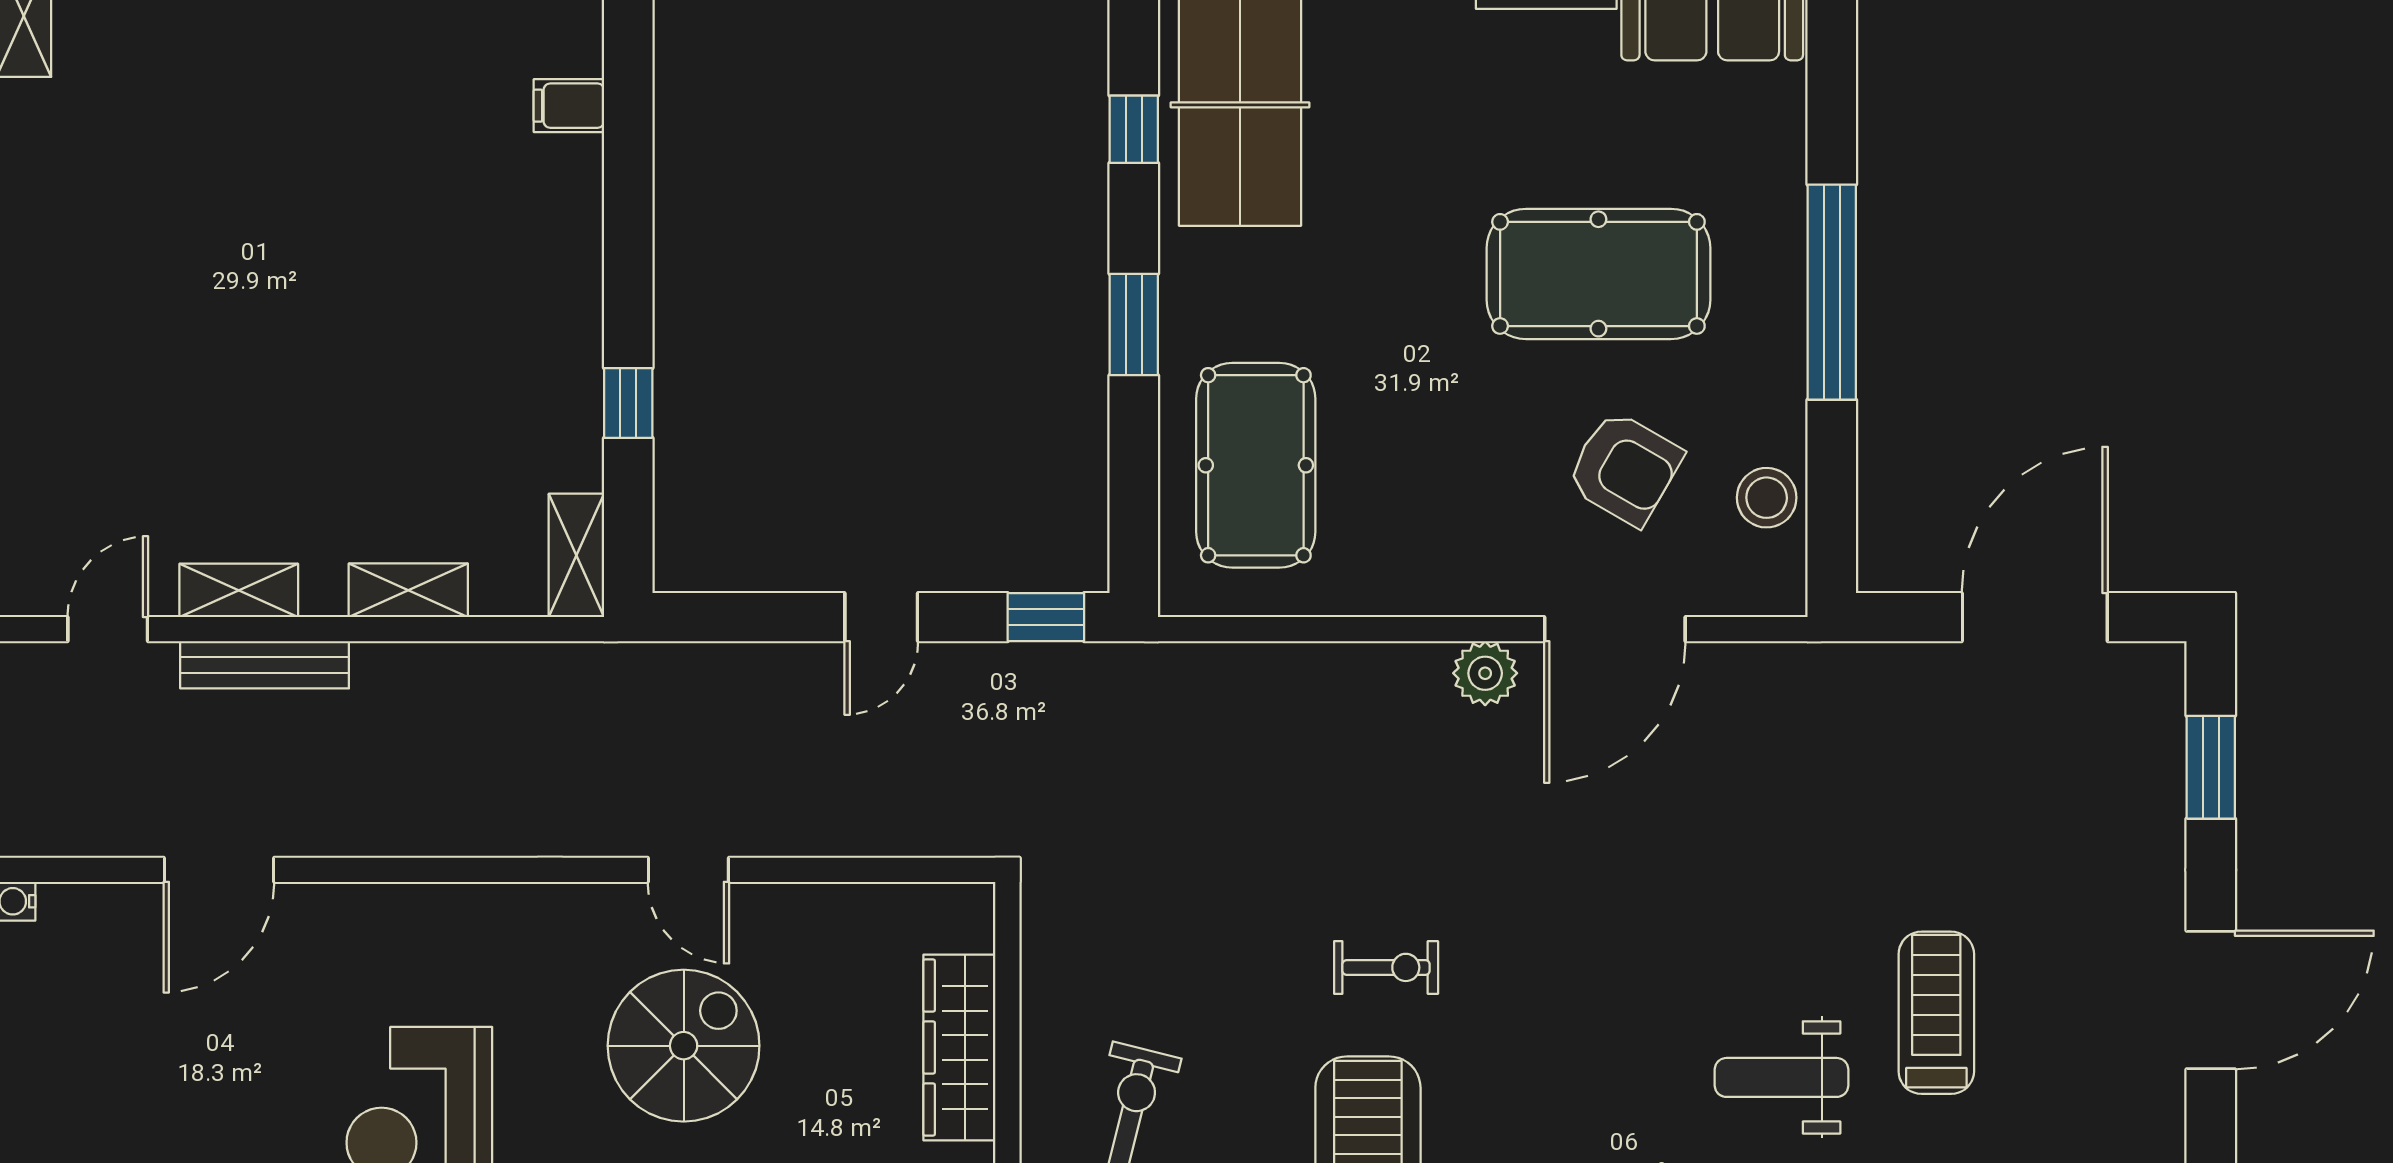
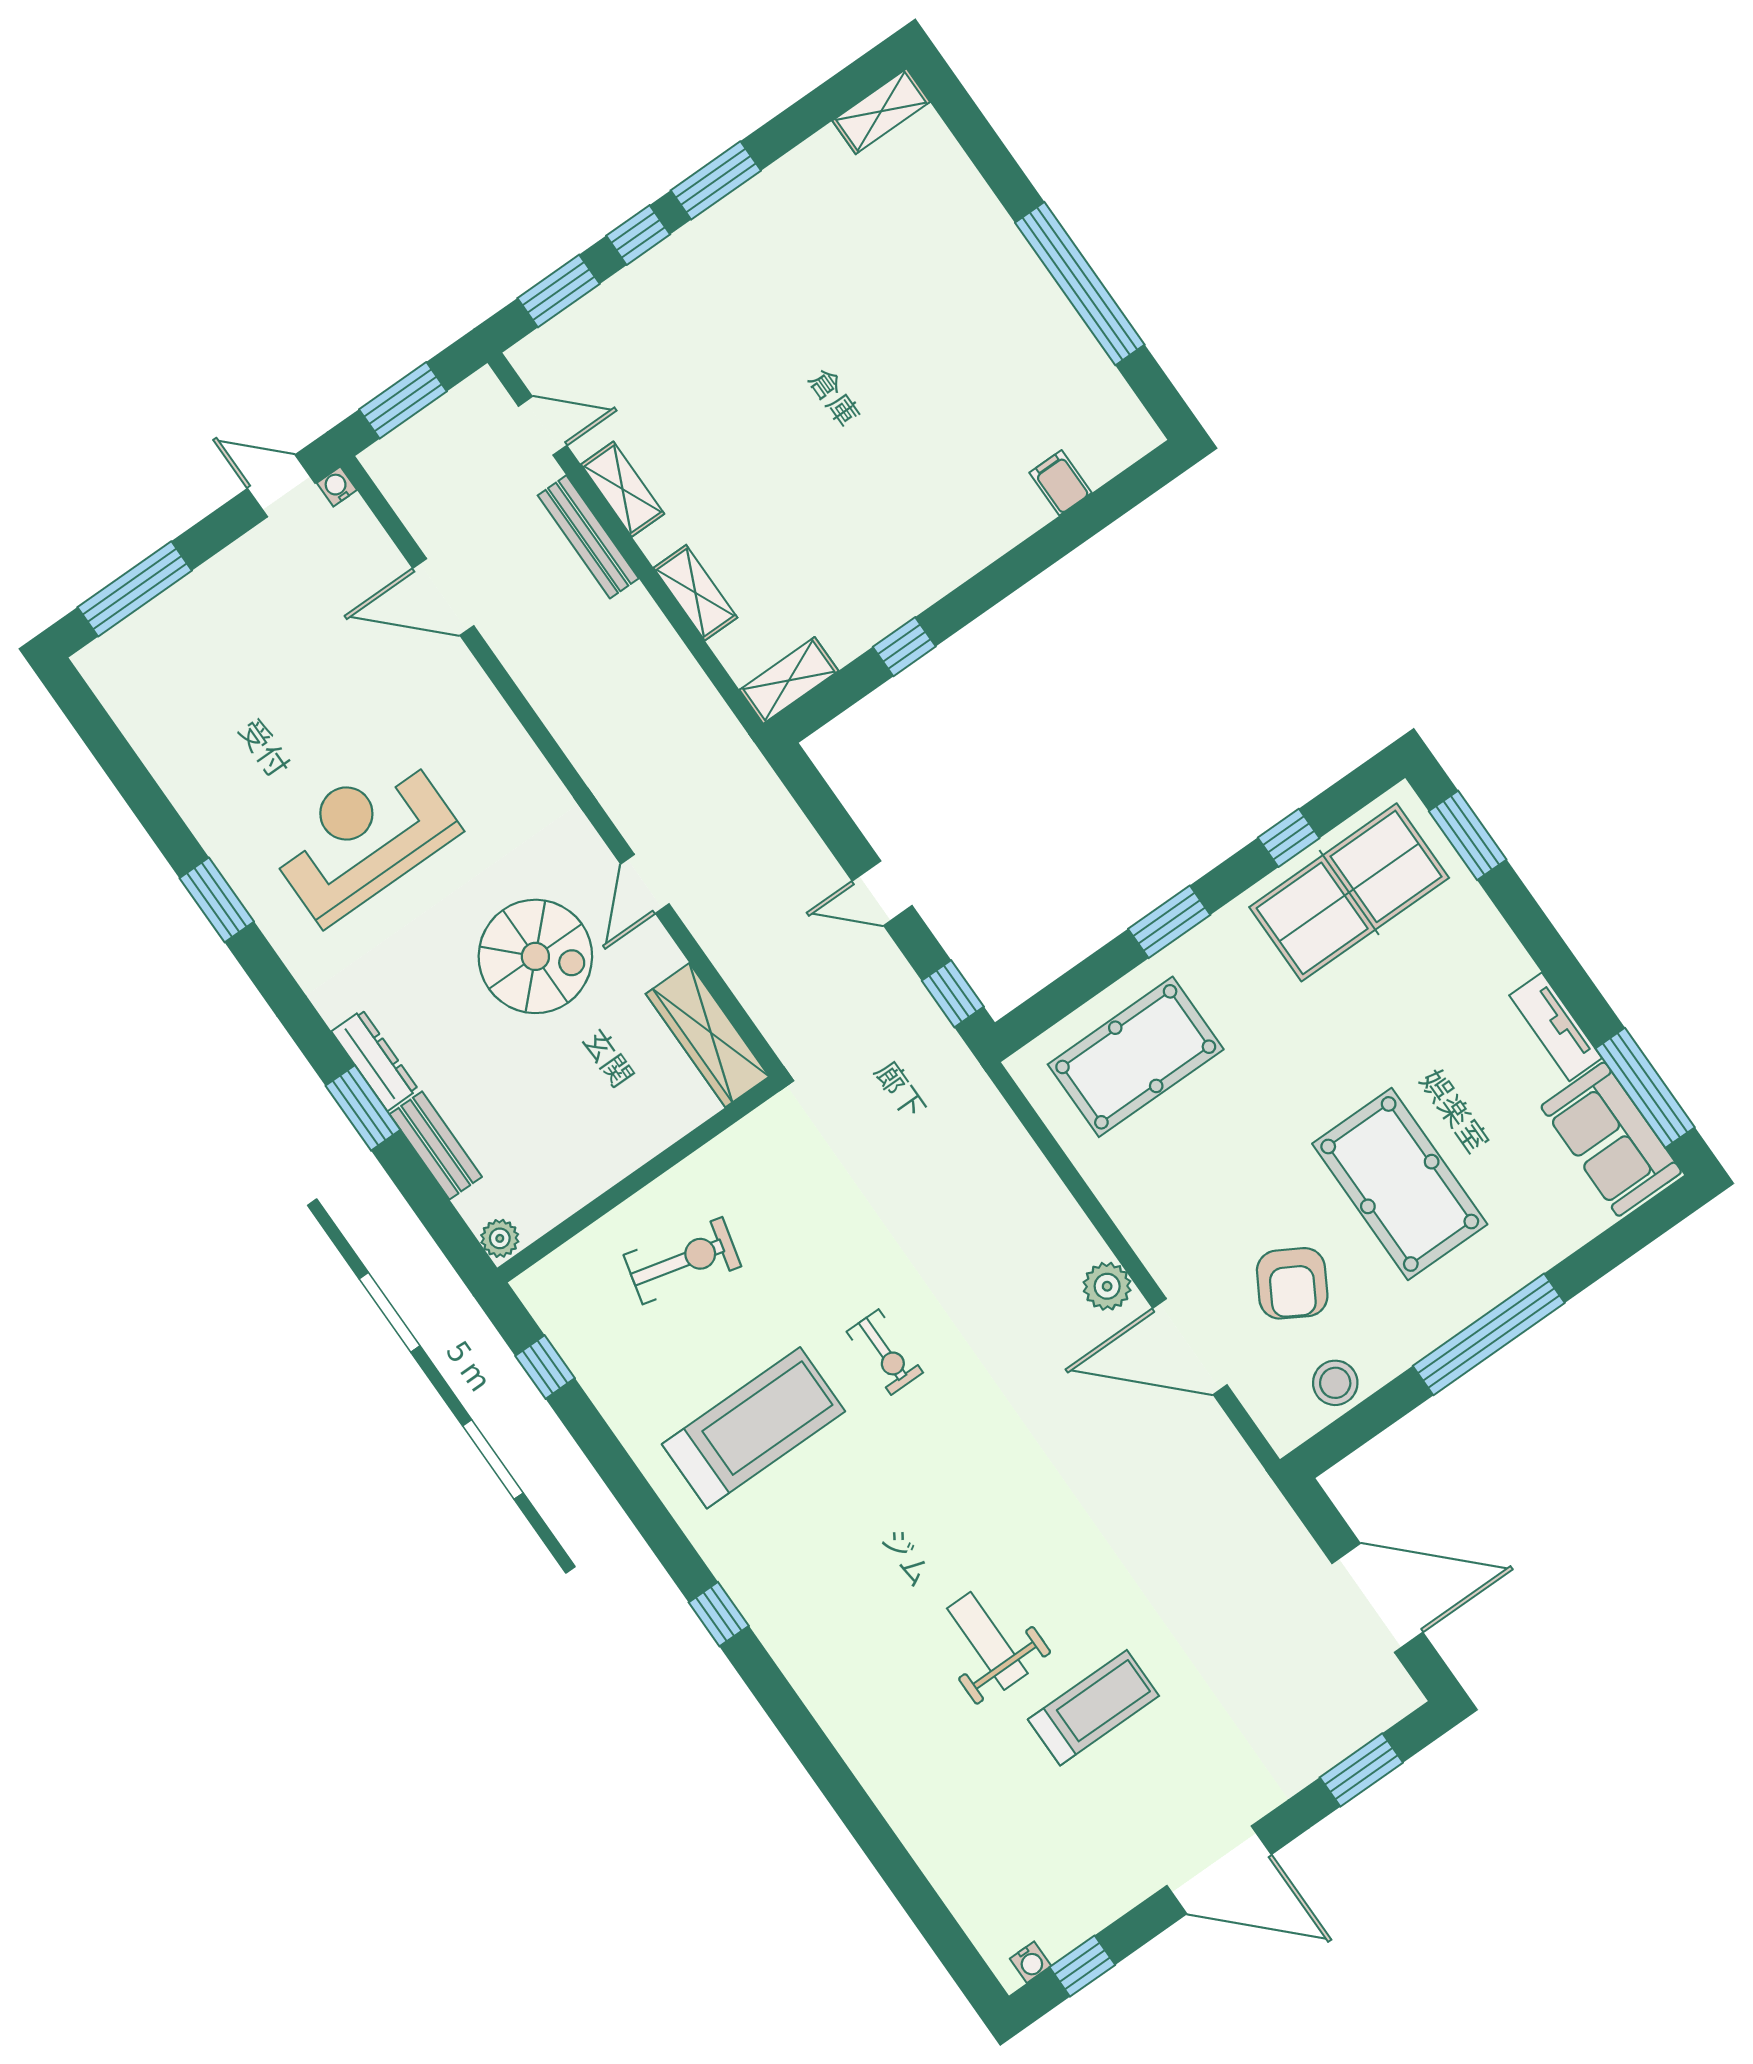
wardrobe: (959, 1048) -> (707, 1035), moved, turned -90

